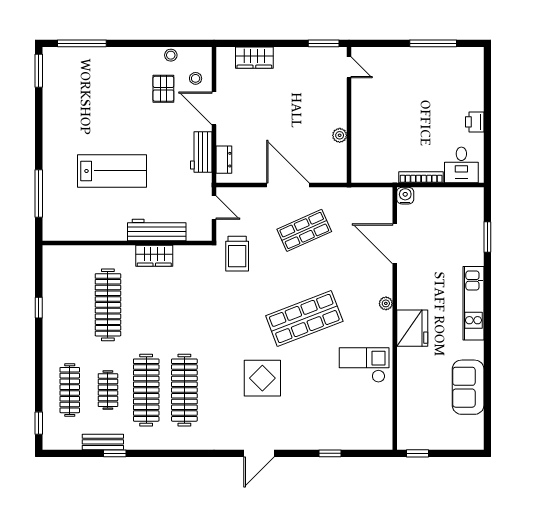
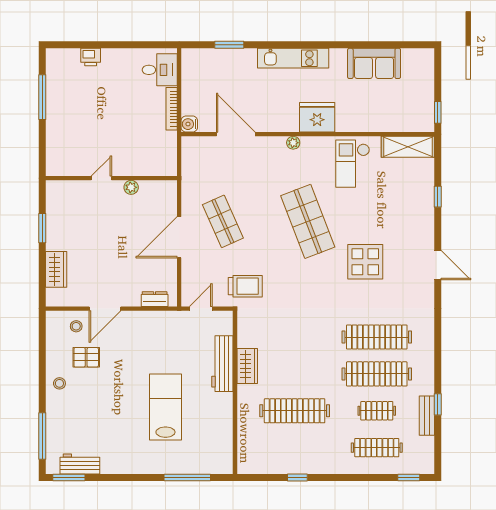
window: (324, 43) -> (42, 228), moved
stool: (171, 55) -> (59, 383), moved
door: (349, 67) -> (101, 178), moved
printer: (475, 122) -> (91, 57), moved
workbench: (201, 152) -> (80, 464), moved, turned 180
door: (395, 244) -> (236, 134), swing flipped
shelving: (382, 422) -> (408, 147), added

